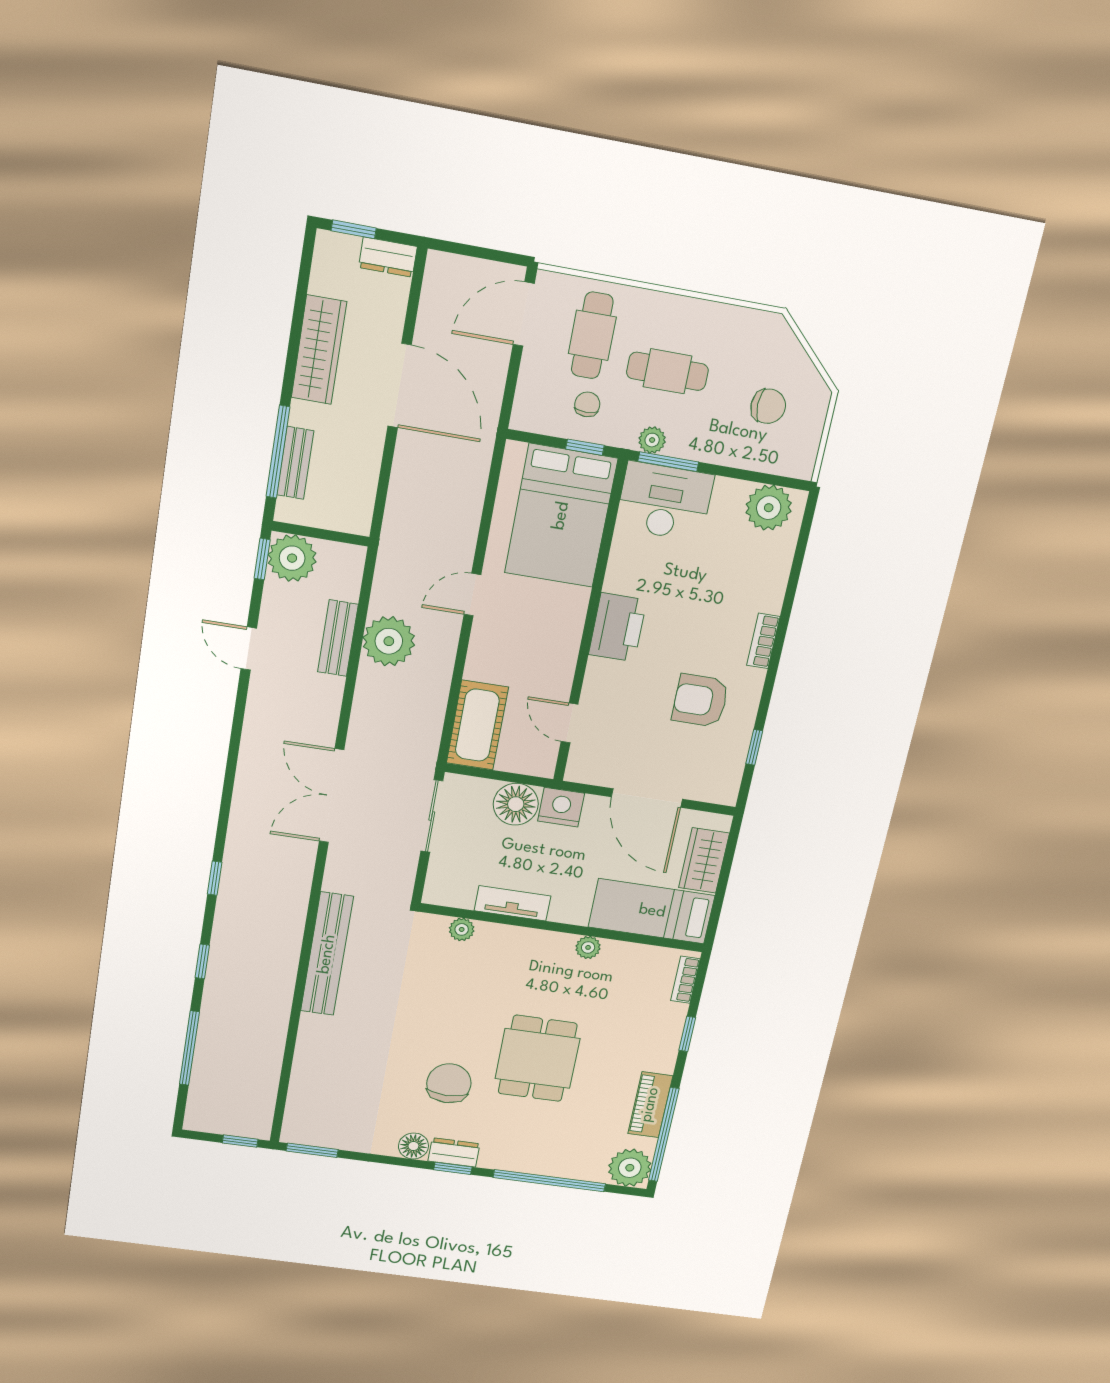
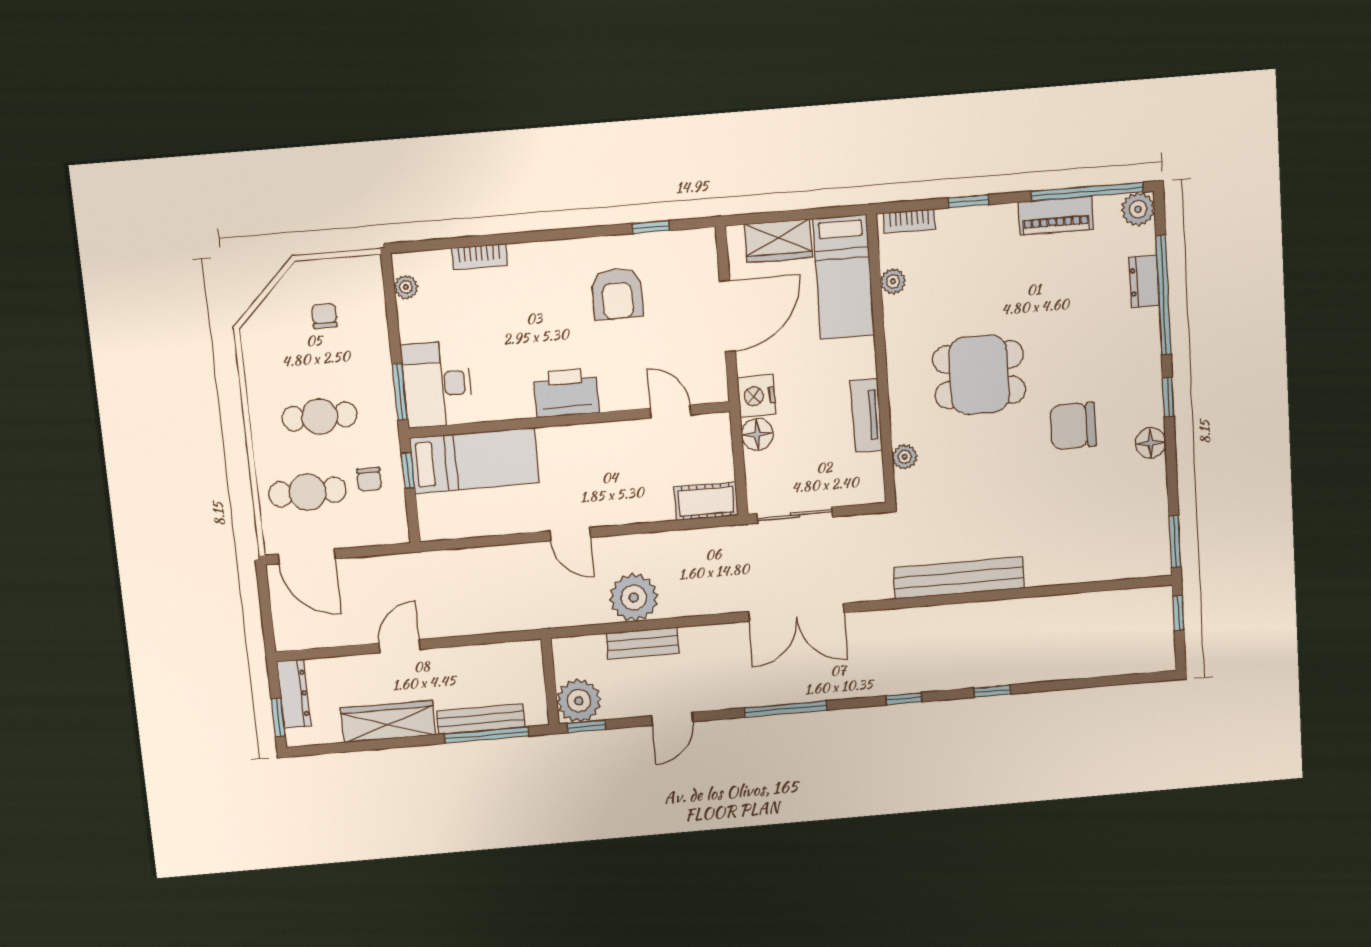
dresser: (388, 257) -> (294, 694), width x1.44
cafe table: (667, 371) -> (319, 416), turned 90
door: (400, 386) -> (399, 646), width x0.53
chair: (587, 404) -> (369, 479), turned -90
chair: (768, 406) -> (324, 316), width x0.73, depth x0.73
plant: (652, 440) -> (384, 412), removed
bench: (295, 463) -> (481, 719), width x1.36
plant: (769, 508) -> (406, 287), width x0.53, depth x0.53
bed: (561, 516) -> (475, 460), width x0.67
bookcase: (763, 641) -> (479, 257), moved
door: (570, 723) -> (671, 411), swing flipped
cot: (477, 725) -> (706, 501), width x0.73, depth x0.75
floor lamp: (516, 804) -> (757, 434), width x0.73, depth x0.73
plant: (588, 947) -> (893, 281), moved
window: (189, 1048) -> (786, 709), moved
dining table: (538, 1058) -> (979, 375), moved
dresser: (454, 1152) -> (1144, 282), moved
plant: (630, 1168) -> (1138, 209), width x0.73, depth x0.73

